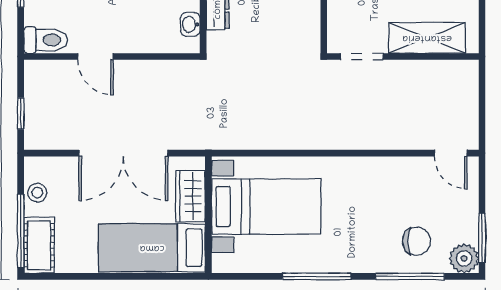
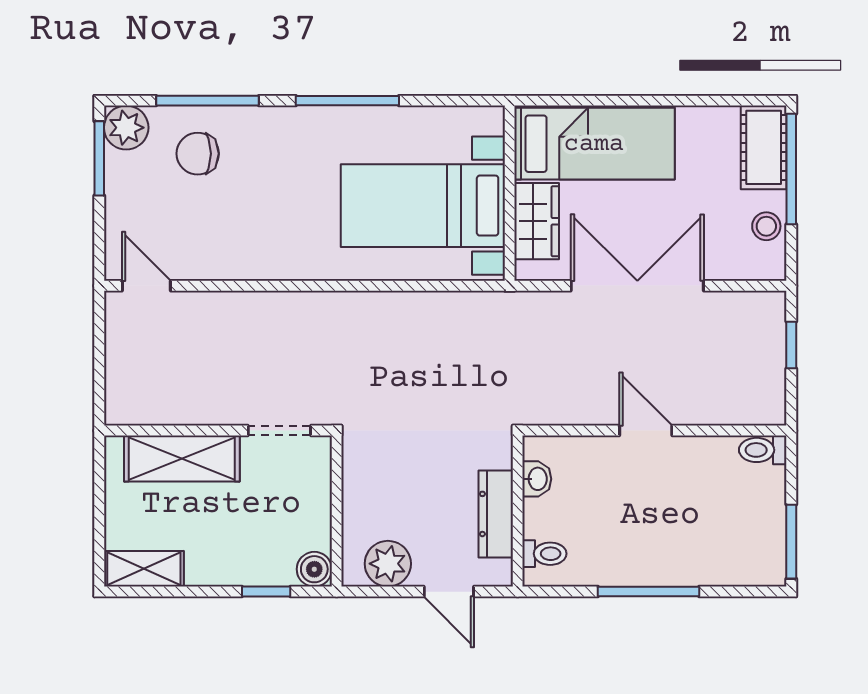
toilet: (46, 40) -> (763, 450), width x0.73, depth x0.72
door: (96, 57) -> (646, 431), moved

